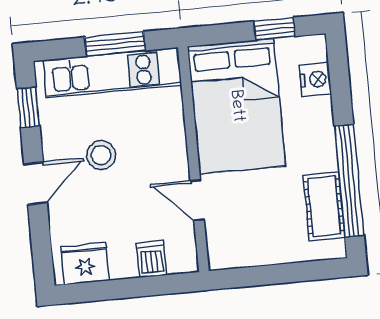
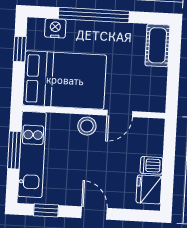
stool: (101, 155) -> (87, 126), moved
window: (349, 181) -> (94, 15), moved
cot: (324, 206) -> (157, 45), moved, turned 90
dishwasher: (151, 259) -> (151, 165), moved

